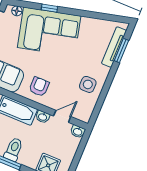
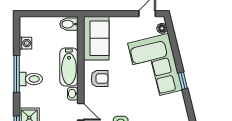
window: (49, 8) -> (183, 81), moved

